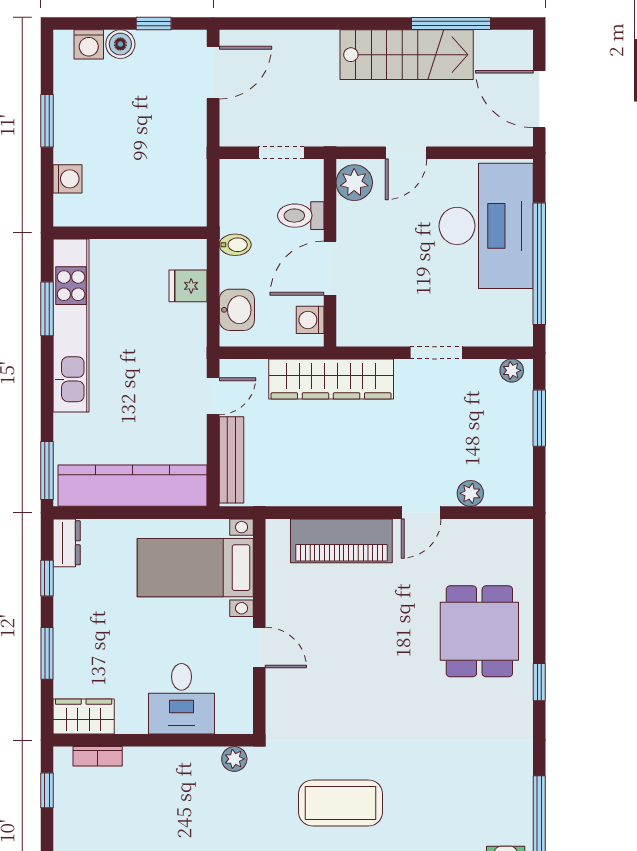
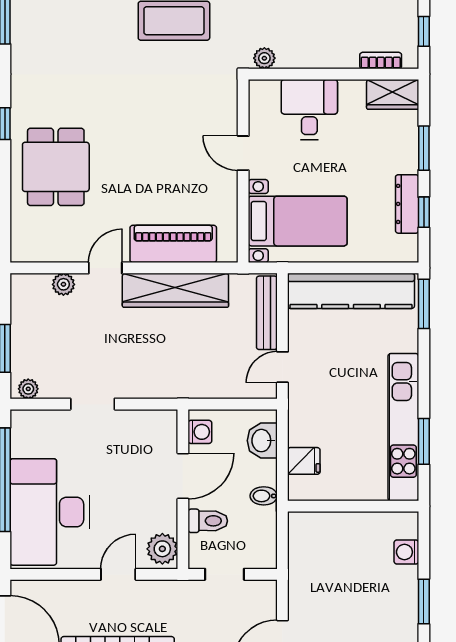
wardrobe: (331, 379) -> (175, 290), moved, turned 180
dresser: (67, 543) -> (407, 204), moved, width x1.44

